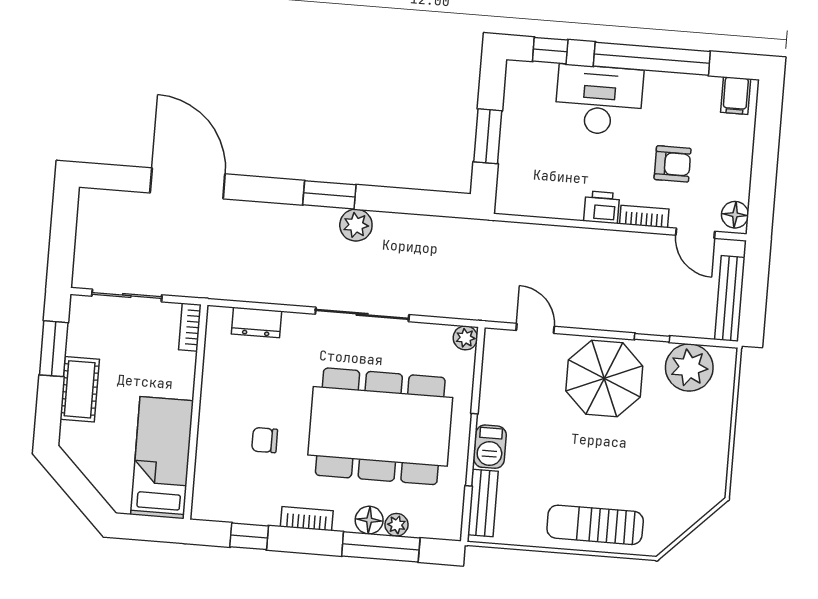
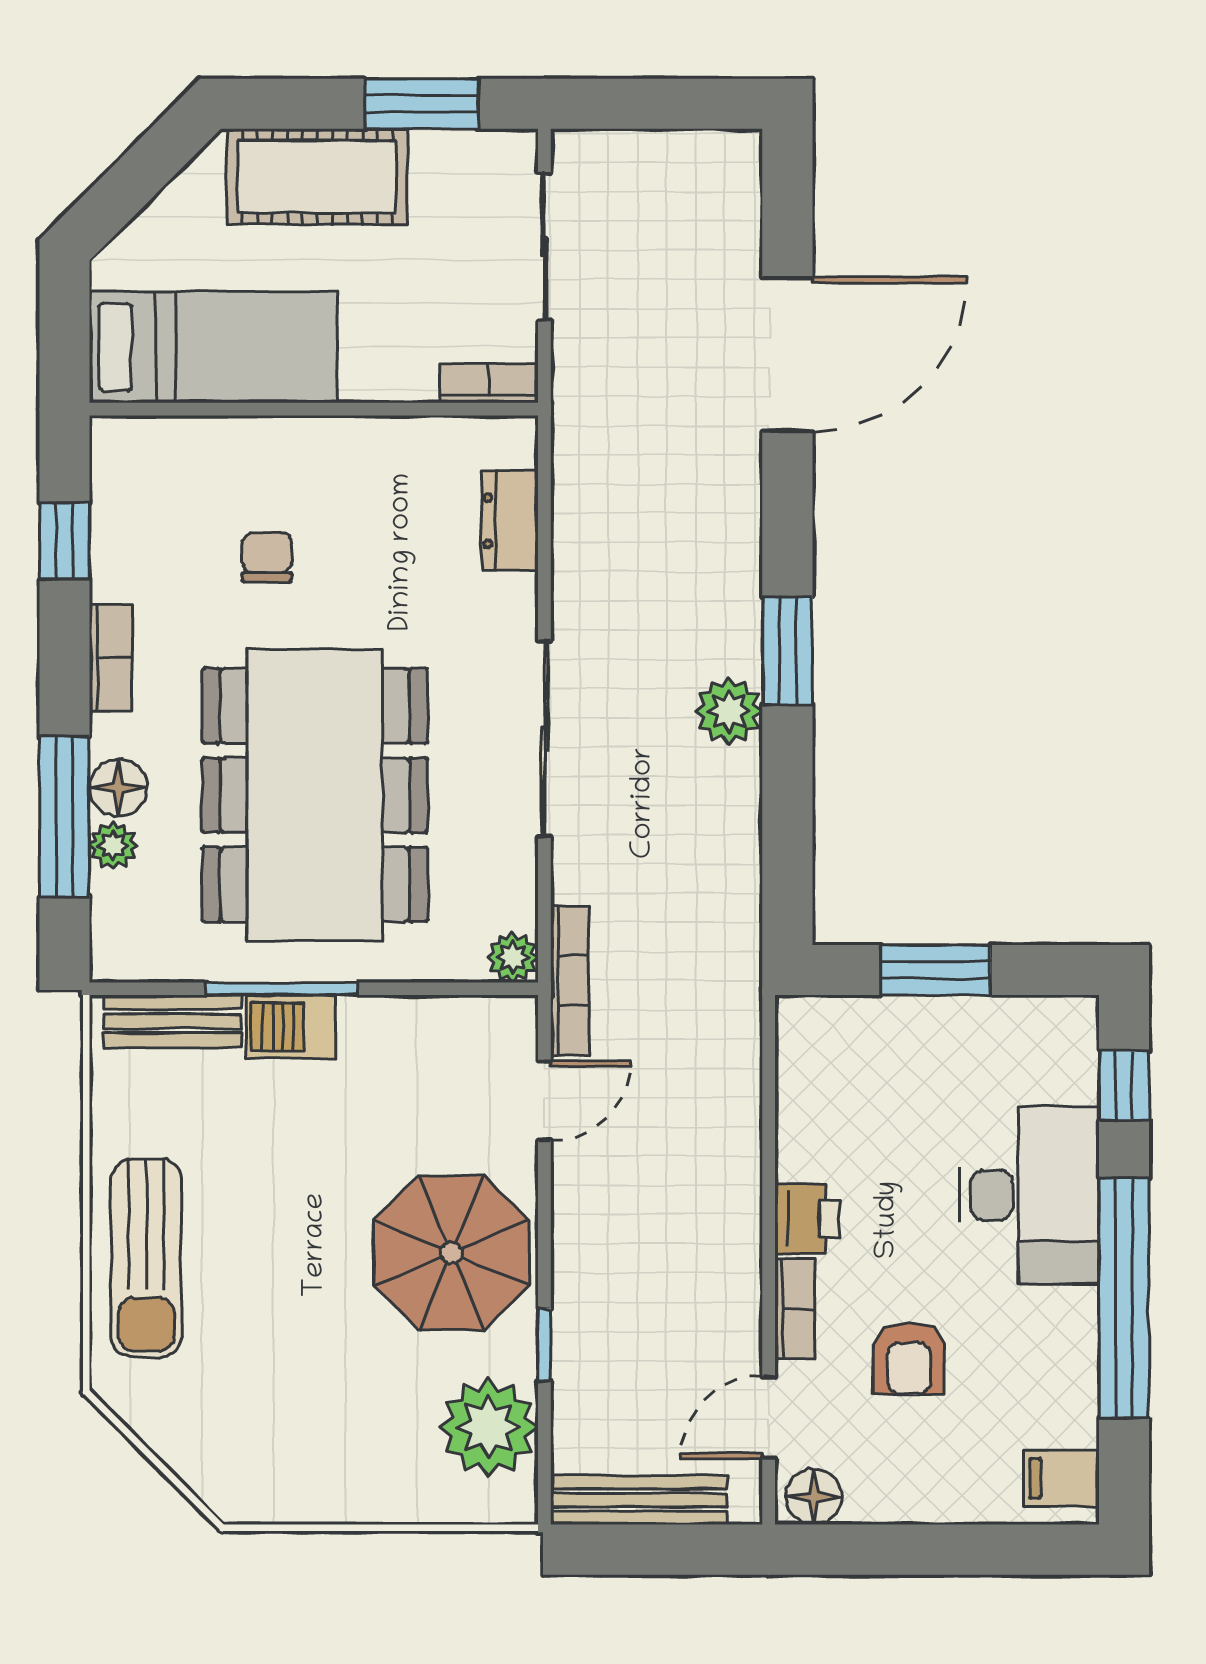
bookcase: (479, 312) -> (570, 981), added
cot: (80, 389) -> (317, 177), width x1.37, depth x1.34
sun lounger: (595, 525) -> (146, 1258), turned 180

